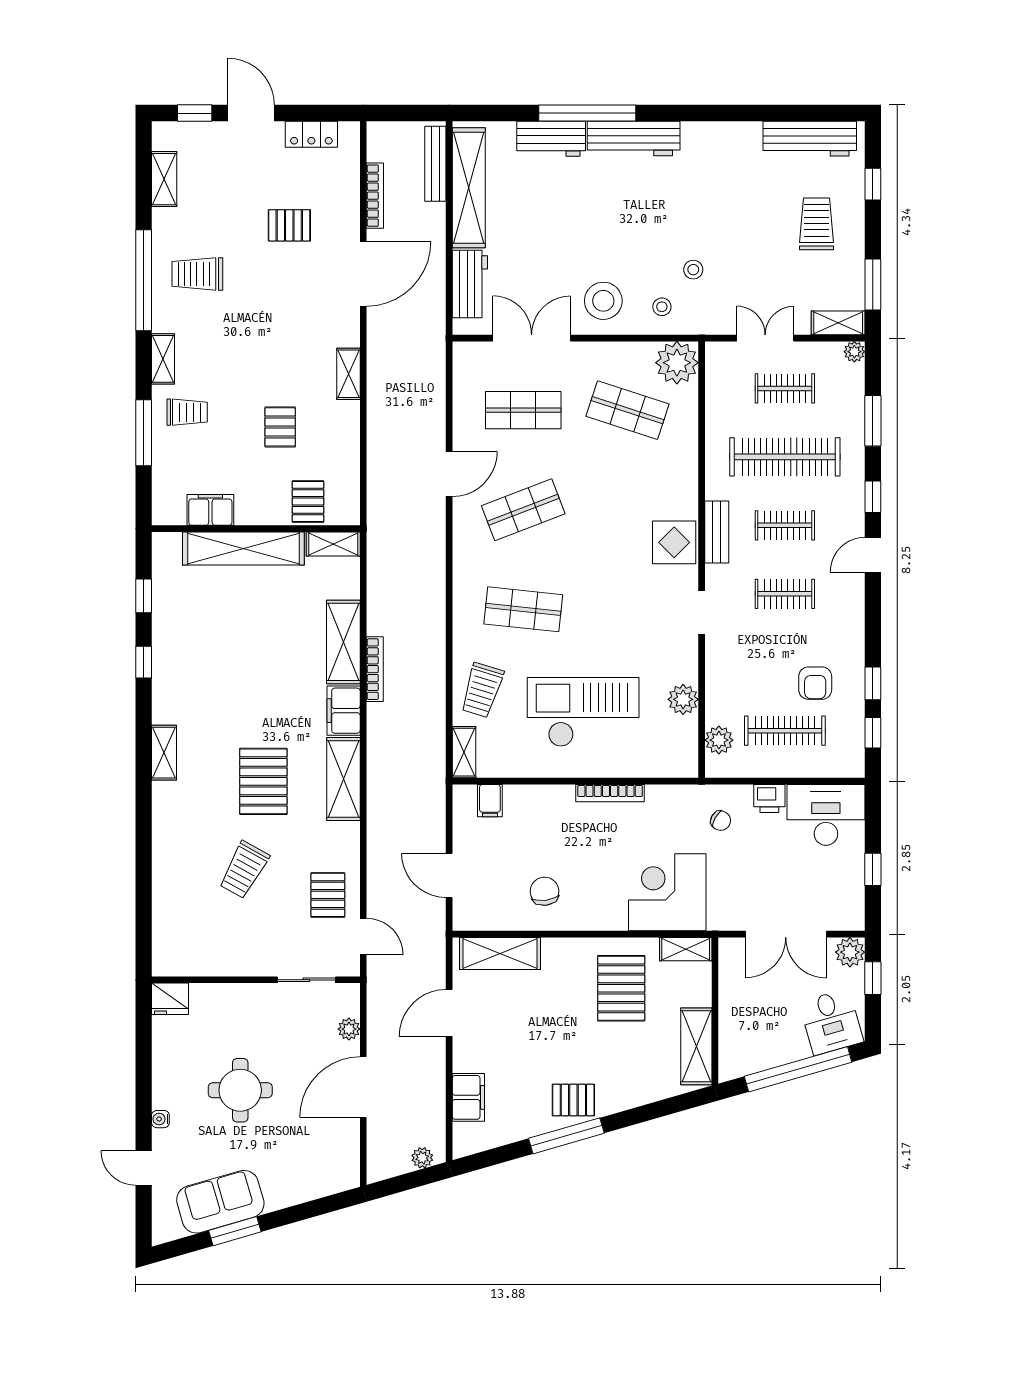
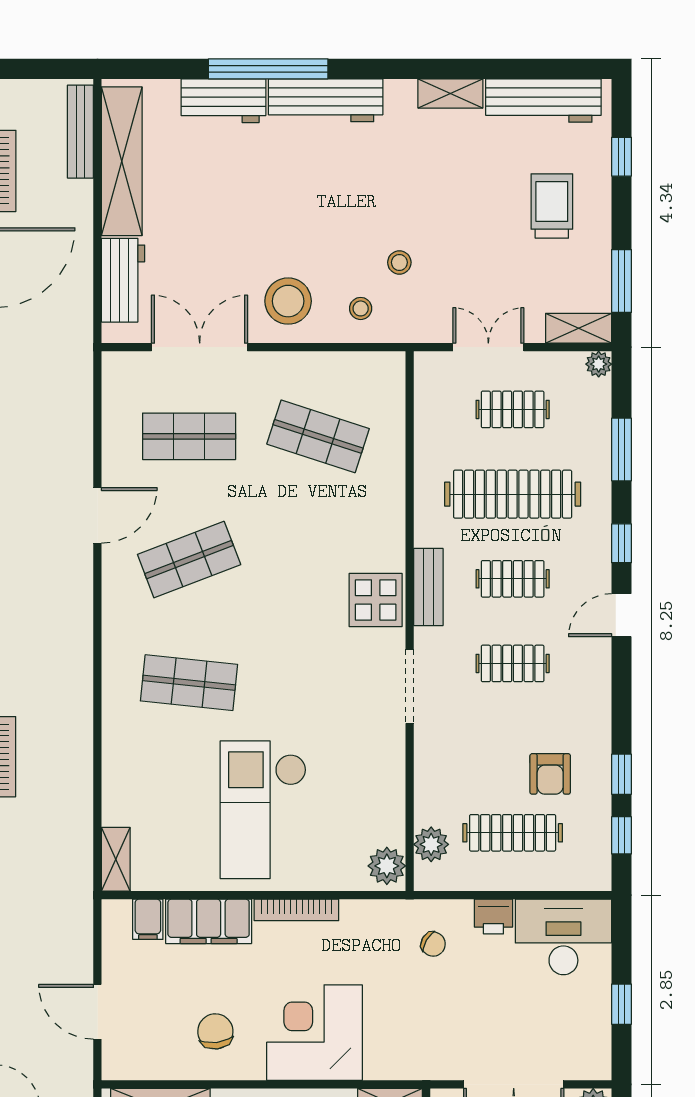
shelving: (735, 133) -> (450, 93), added
plant: (677, 363) -> (379, 378), removed
doorway: (702, 612) -> (410, 686), width x1.38
trolley: (482, 690) -> (138, 783), removed
plant: (683, 699) -> (387, 866), moved
checkout: (583, 712) -> (263, 810), turned -90
filing cabinet: (539, 802) -> (209, 921), added
corner desk: (667, 892) -> (315, 1033), moved

